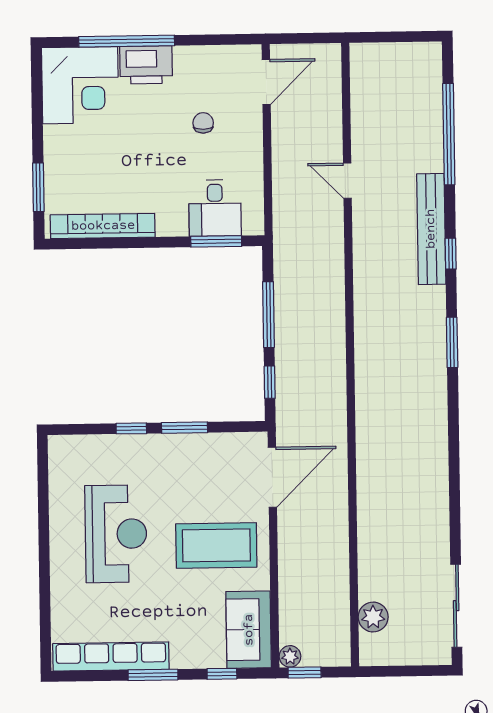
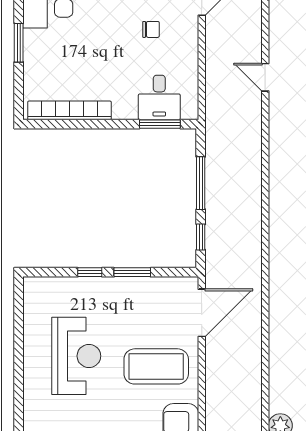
chair: (203, 123) -> (151, 29), turned 90
window: (38, 187) -> (19, 43), moved

